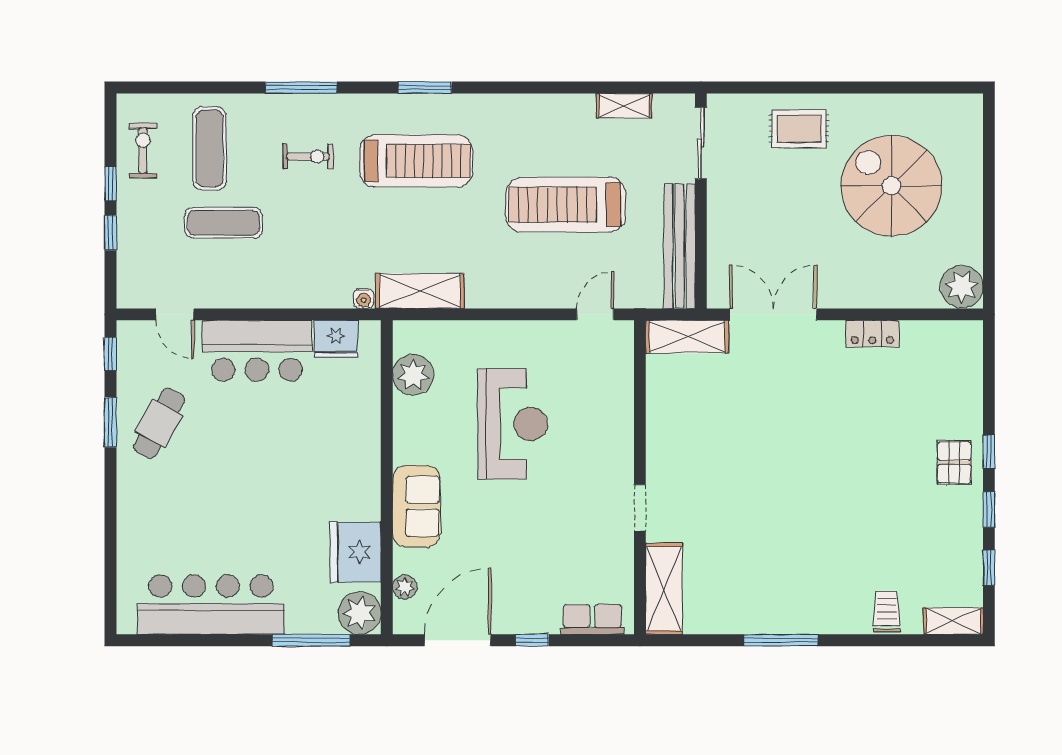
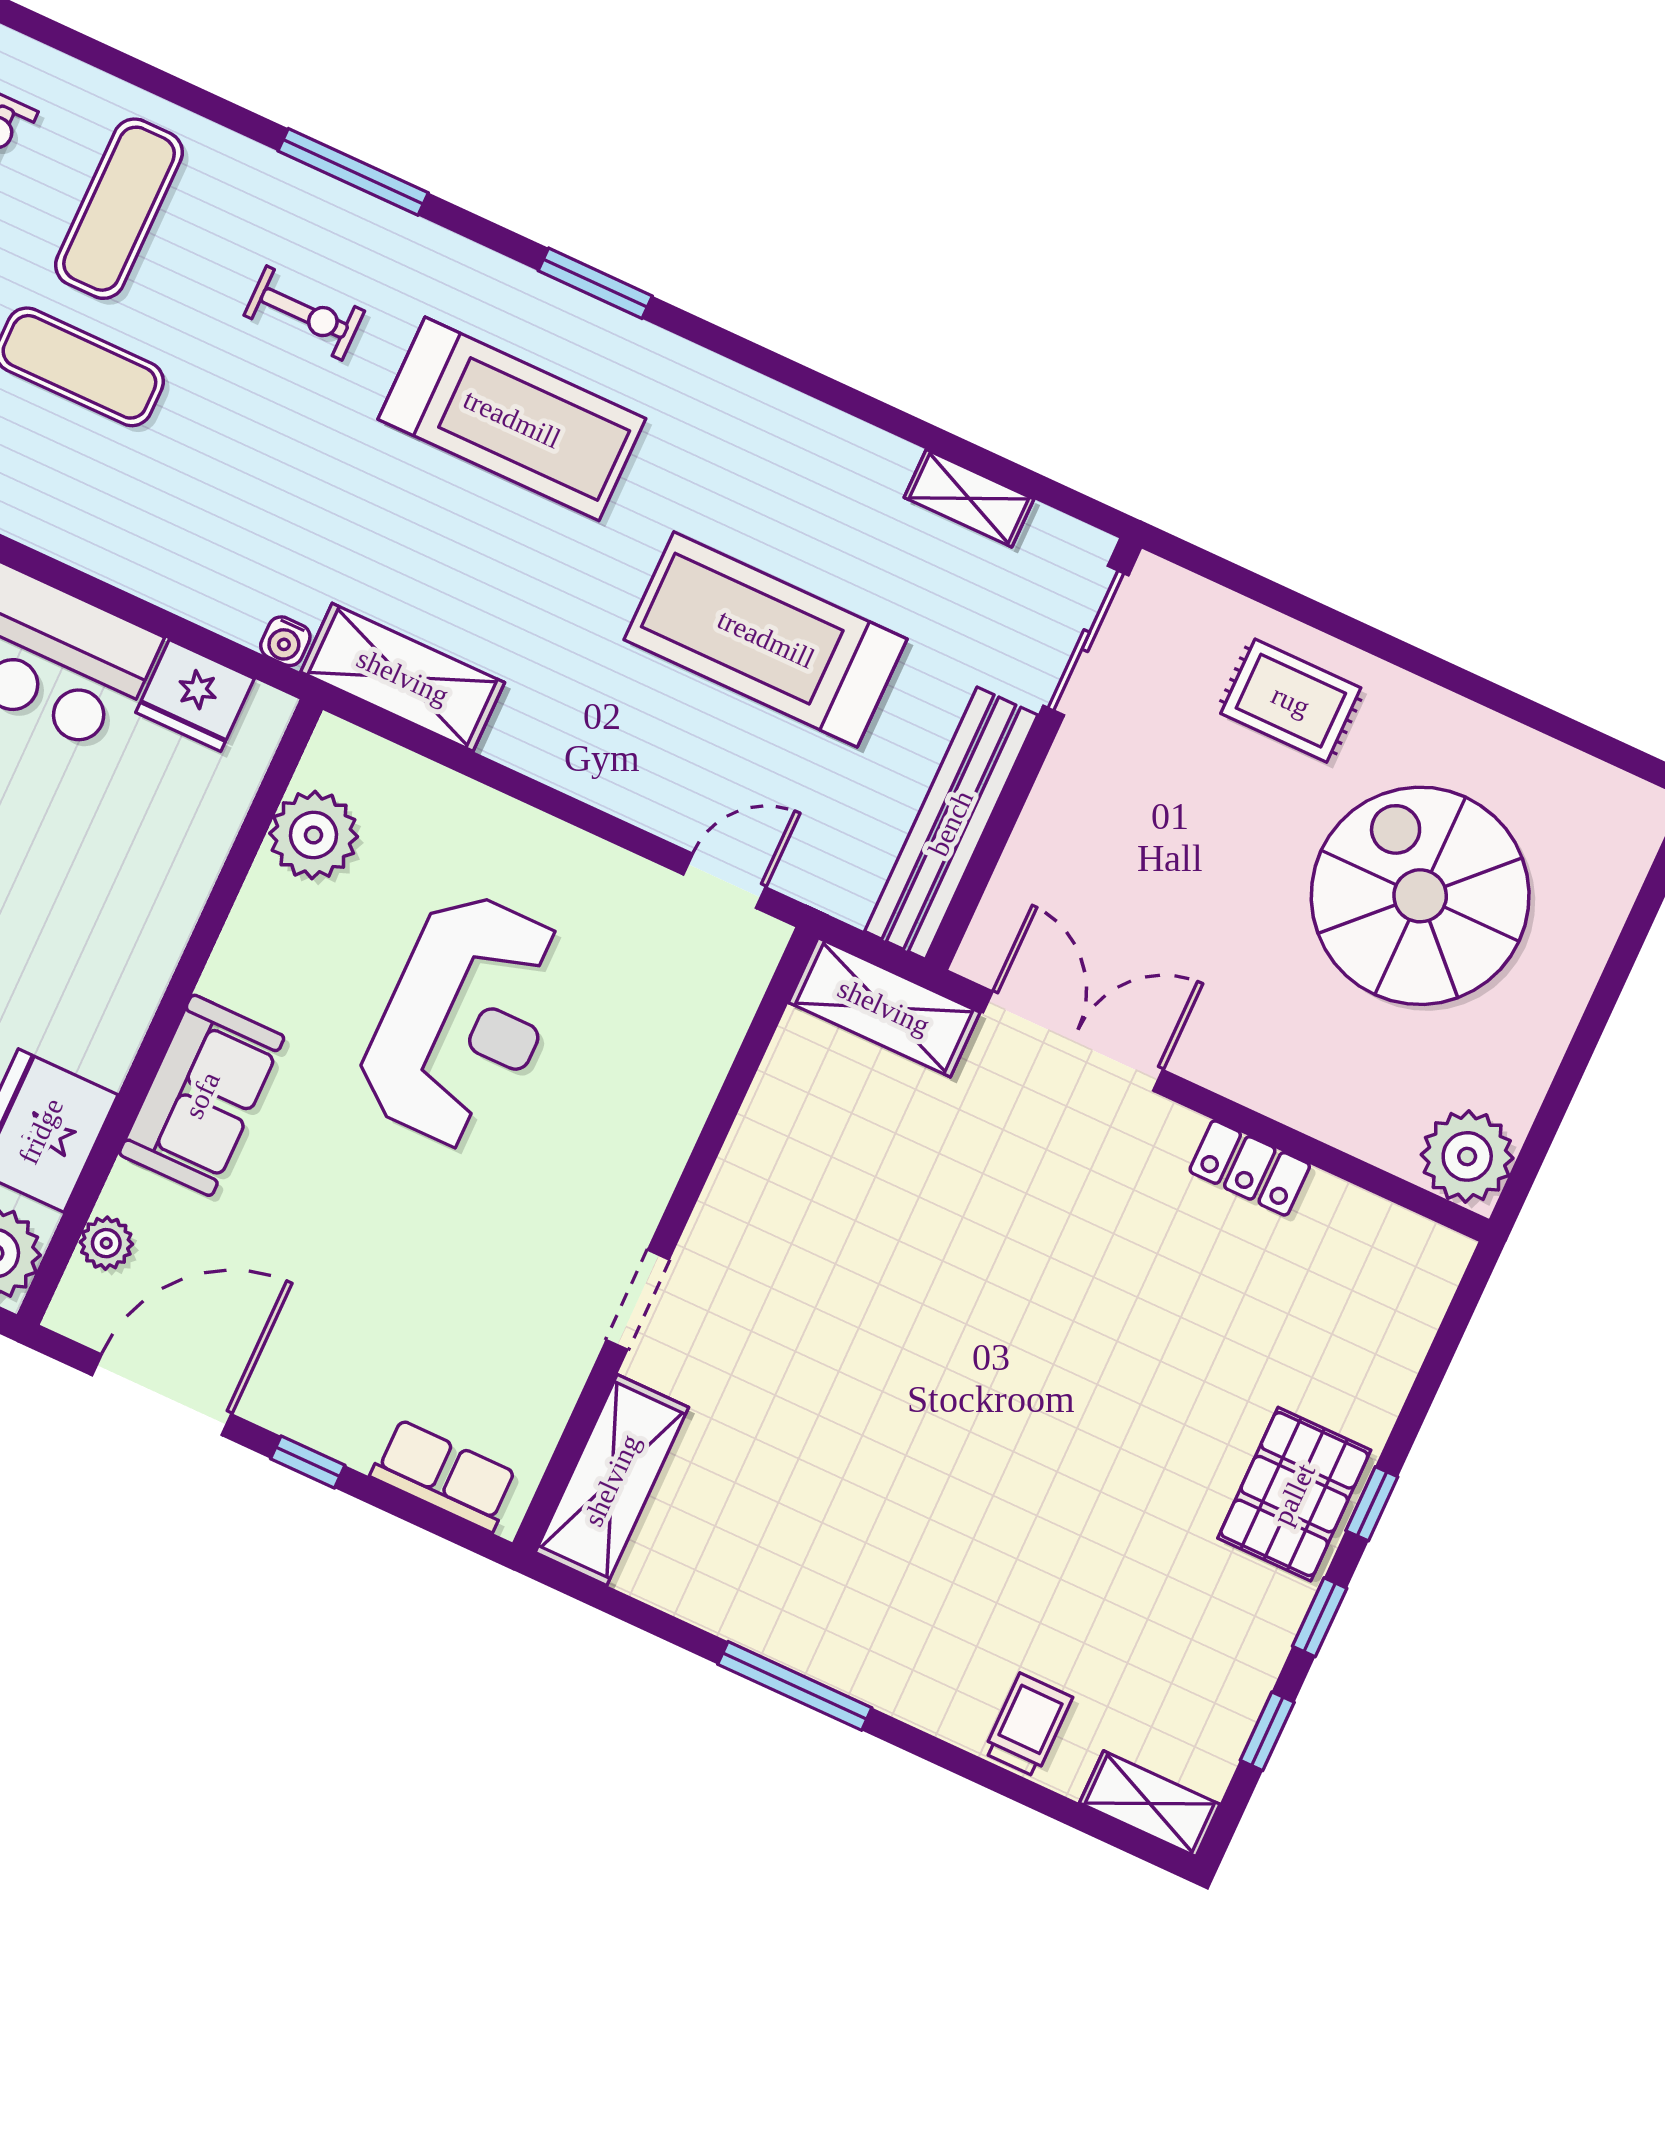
pallet: (954, 462) -> (1294, 1494), width x1.50, depth x1.42

